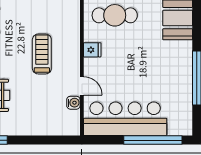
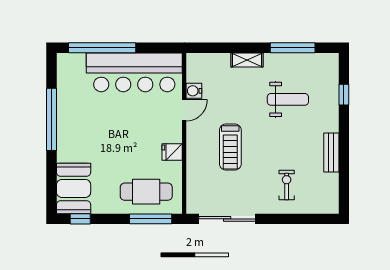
door: (82, 86) -> (184, 110), swing flipped
shelving: (27, 129) -> (247, 60), added

